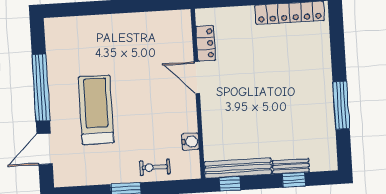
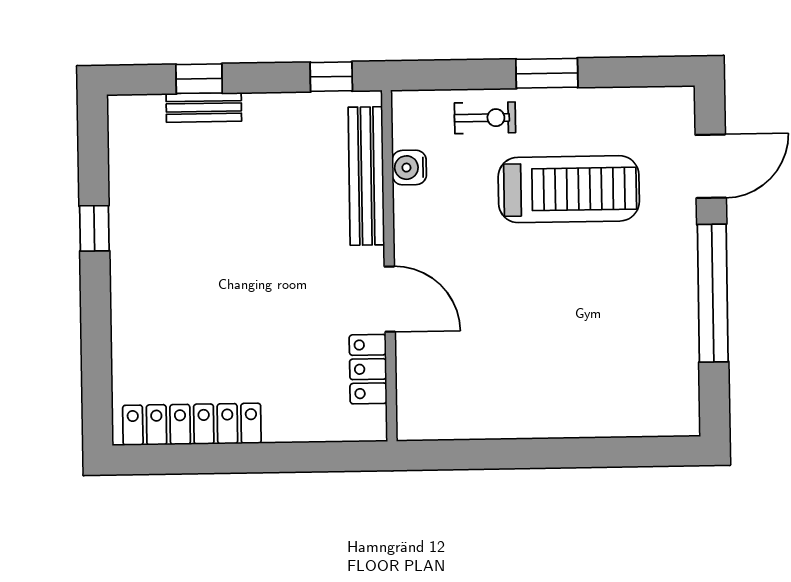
window: (341, 105) -> (94, 228), width x0.46
treadmill: (96, 110) -> (569, 189), moved, turned -90
bench: (238, 168) -> (366, 176), moved, turned 90

